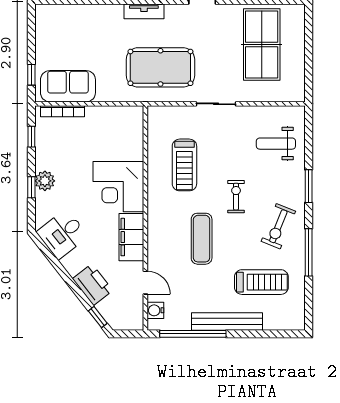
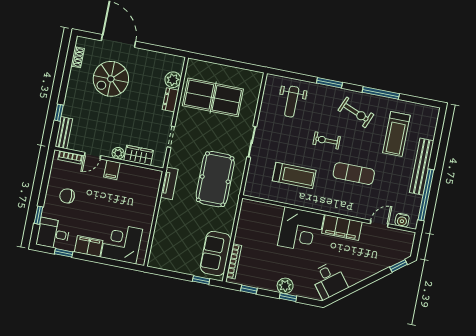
treadmill: (261, 282) -> (396, 134), turned 180
printer: (93, 285) -> (373, 265), removed

